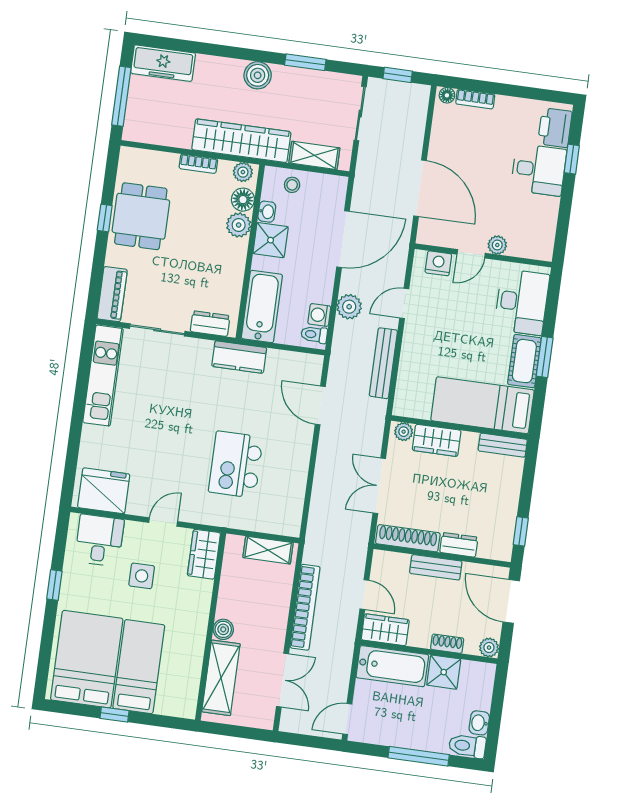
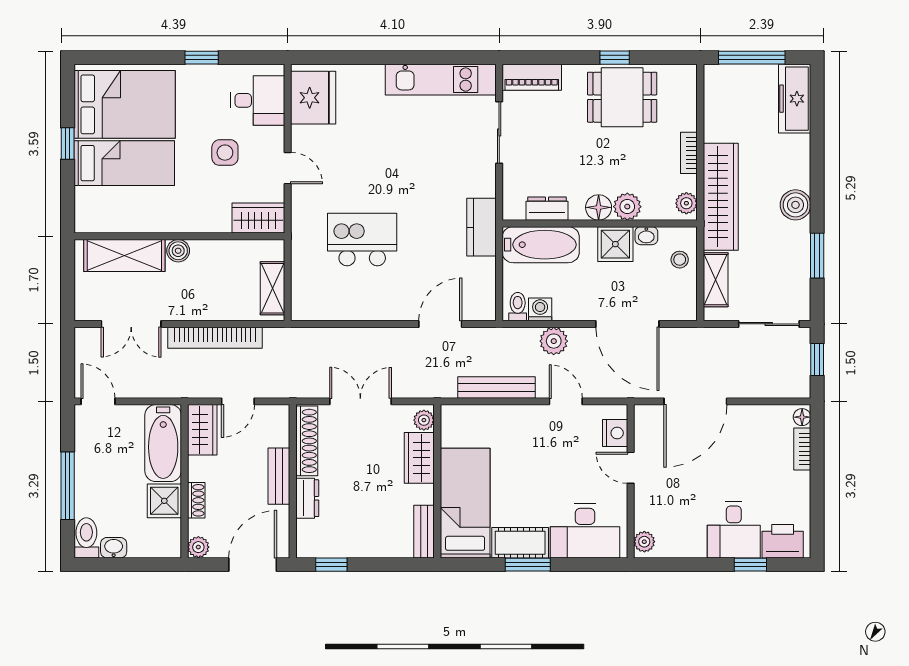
floor lamp: (243, 200) -> (599, 207), moved
plant: (497, 245) -> (644, 542), moved
dresser: (210, 324) -> (547, 209), moved, turned -90

